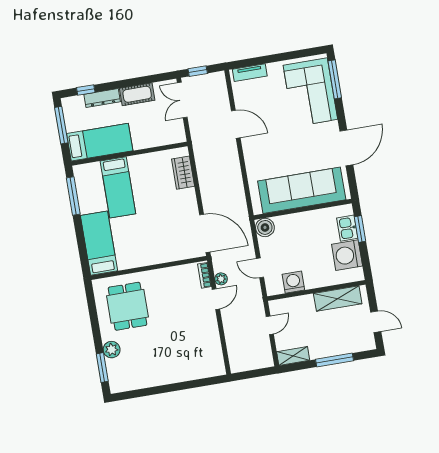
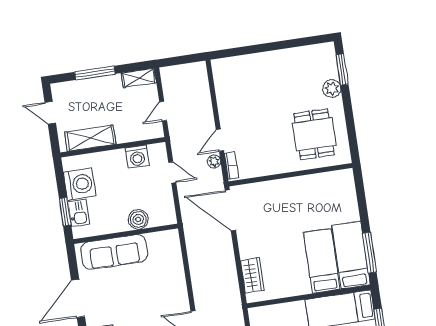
sofa: (302, 190) -> (114, 252), width x0.74, depth x0.79
boiler: (265, 227) -> (138, 219), moved
bed: (99, 243) -> (351, 255), moved, turned 180

